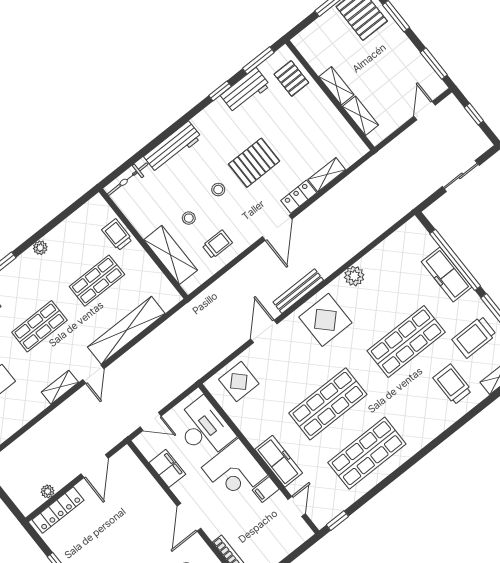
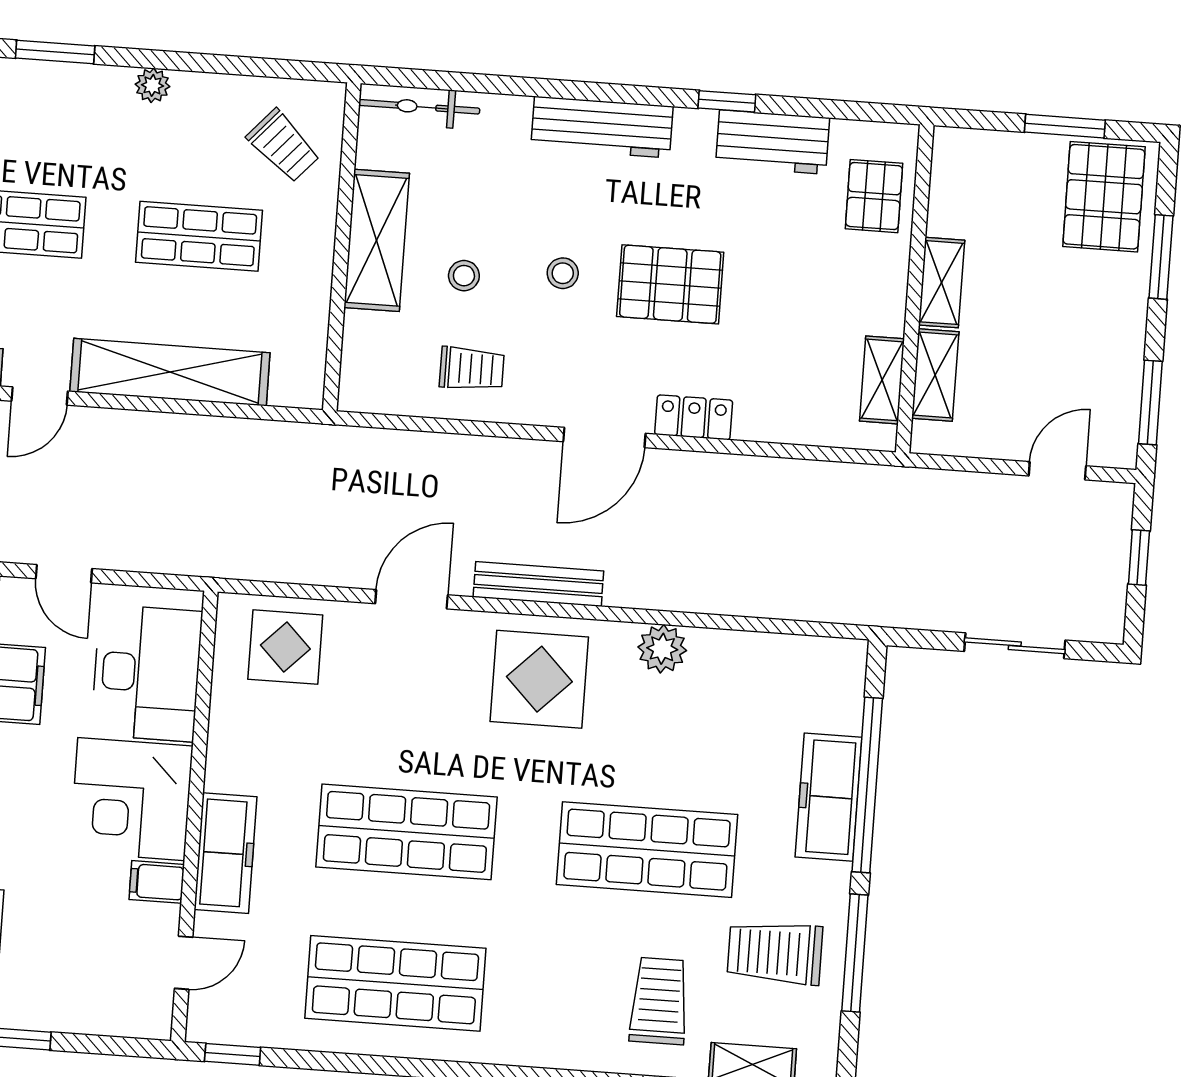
window: (258, 60) -> (845, 110), removed
workbench: (173, 147) -> (602, 127), moved
shelving: (327, 175) -> (882, 380), moved, turned 90
trolley: (117, 235) -> (283, 146), moved, turned 132
shelving: (171, 255) -> (377, 240), moved

